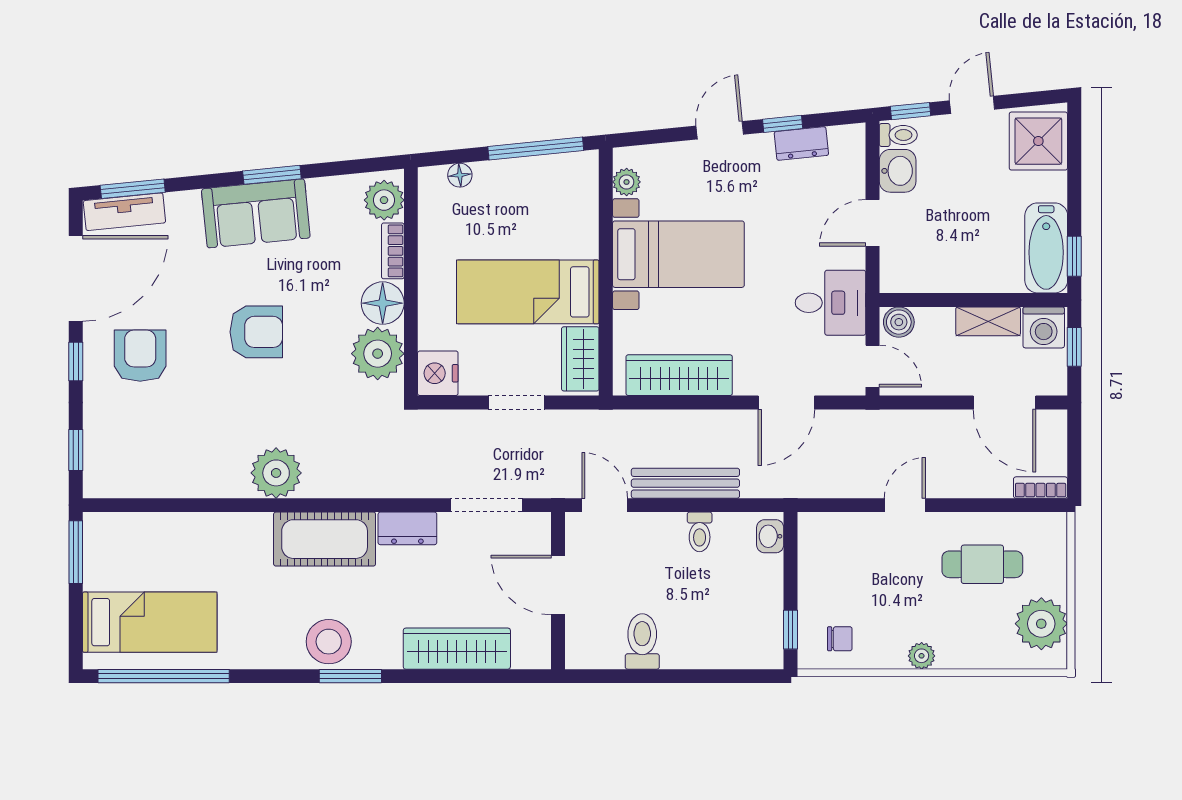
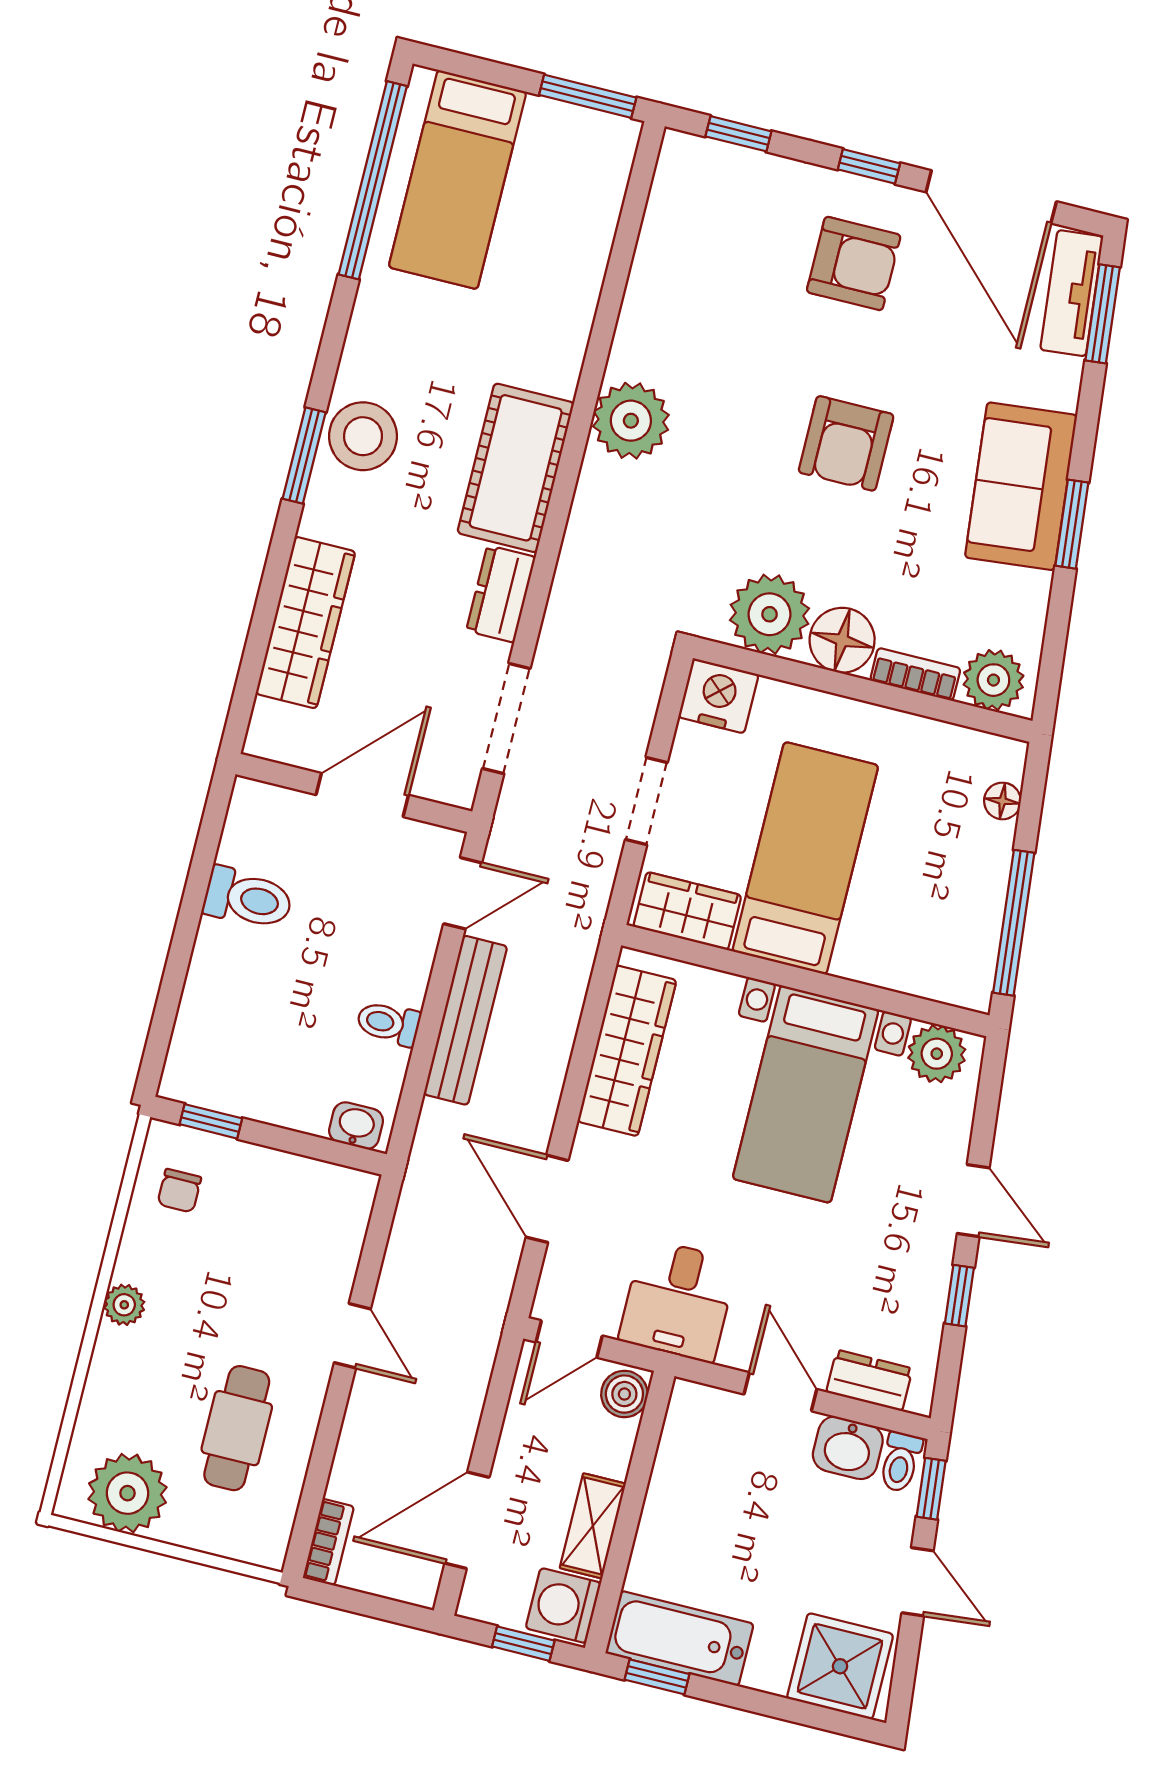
dresser: (801, 144) -> (869, 1380), moved, turned 96
plant: (627, 182) -> (937, 1054), width x1.38, depth x1.38

